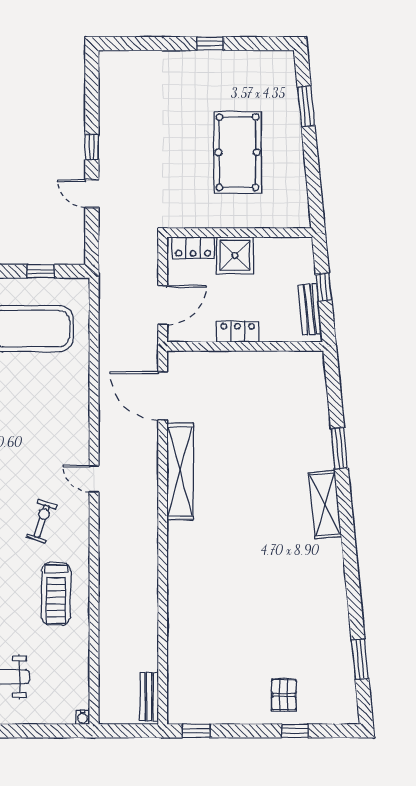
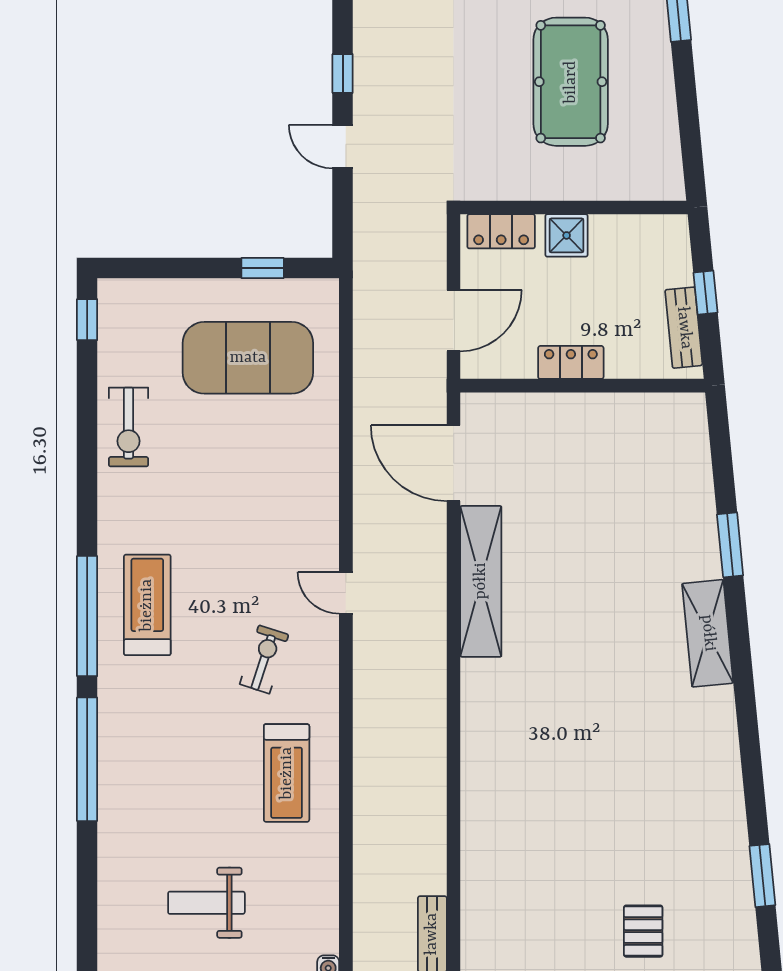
shower: (235, 255) -> (567, 235), width x0.73, depth x0.73

